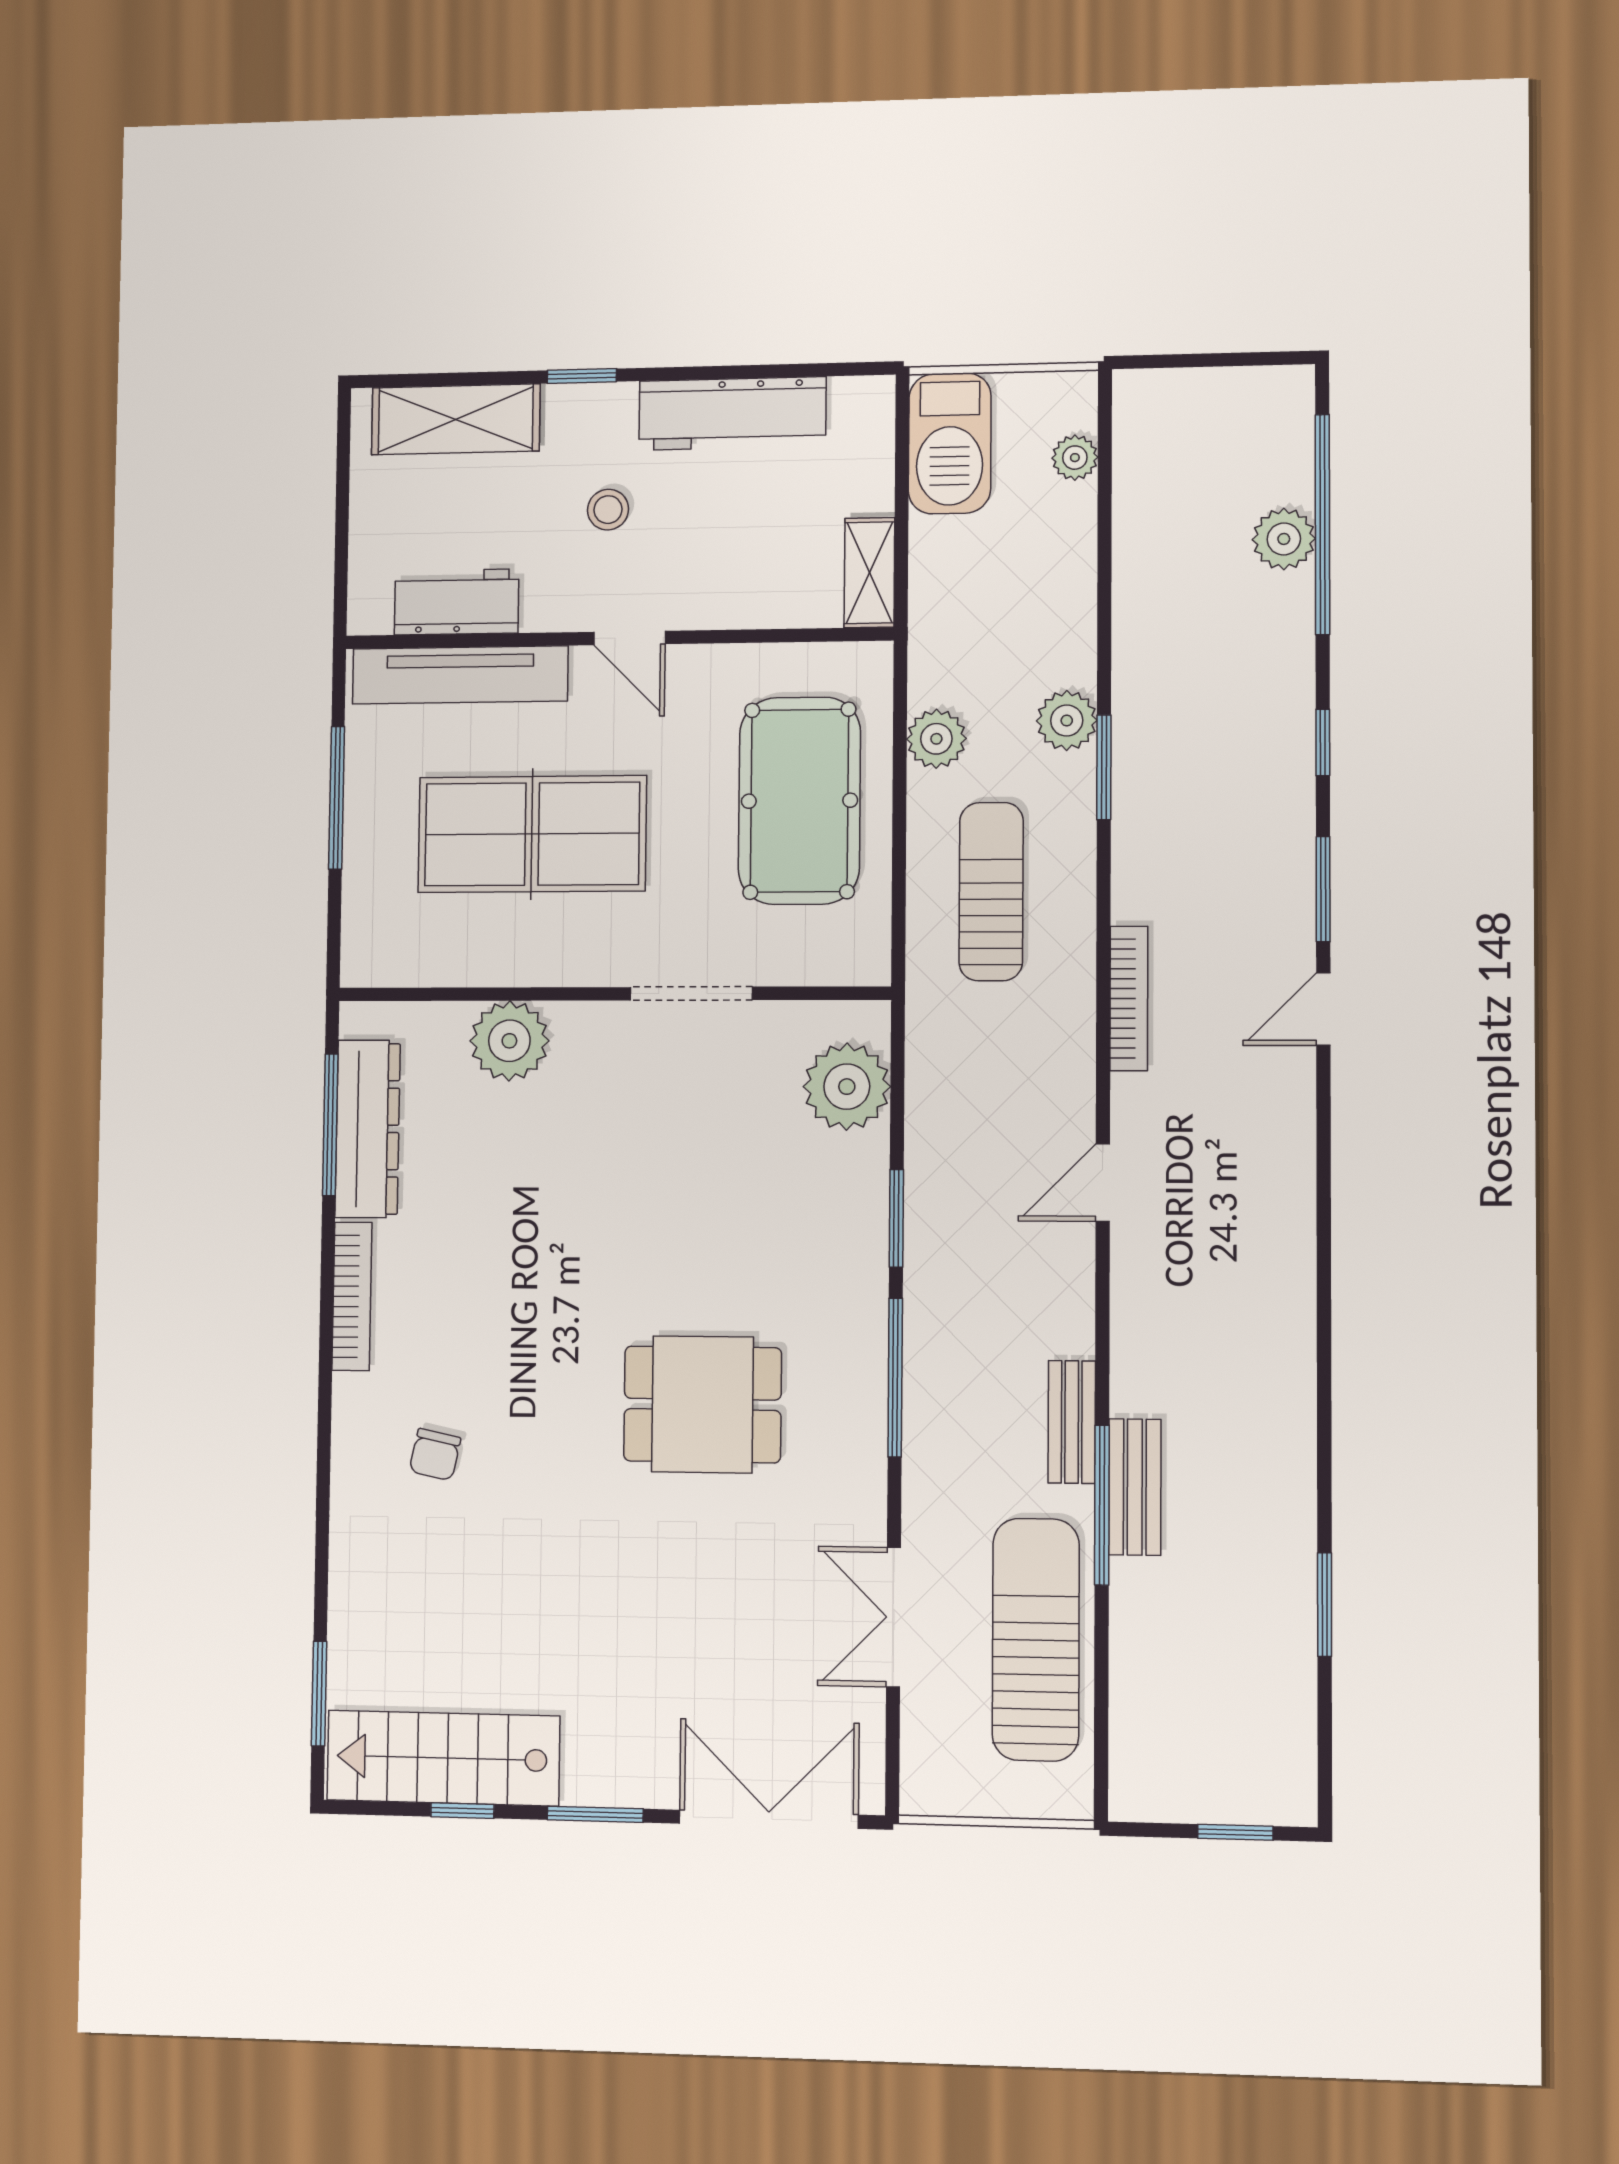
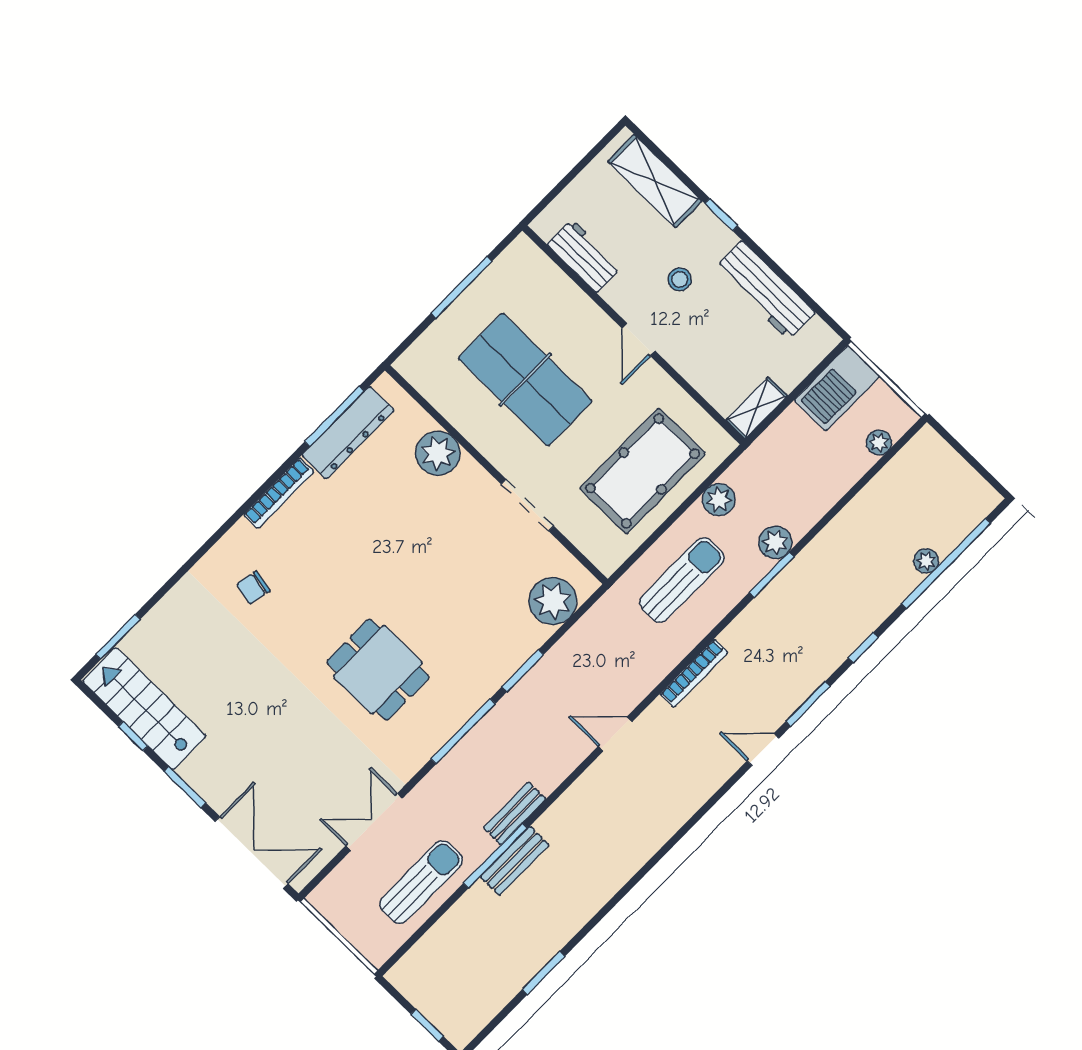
plant: (1284, 539) -> (926, 561), width x0.73, depth x0.73
tv unit: (460, 675) -> (558, 287), removed
sun lounger: (1036, 1639) -> (421, 882), width x0.73, depth x0.75

